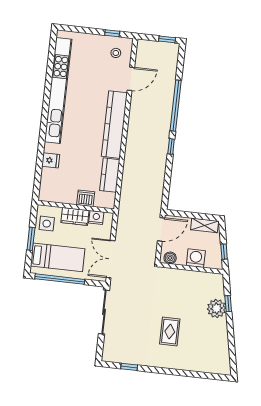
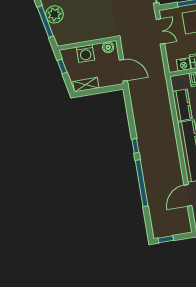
door: (161, 229) -> (123, 70), swing flipped
double door: (111, 259) -> (160, 31), width x0.73
window: (228, 304) -> (45, 22), width x2.17

